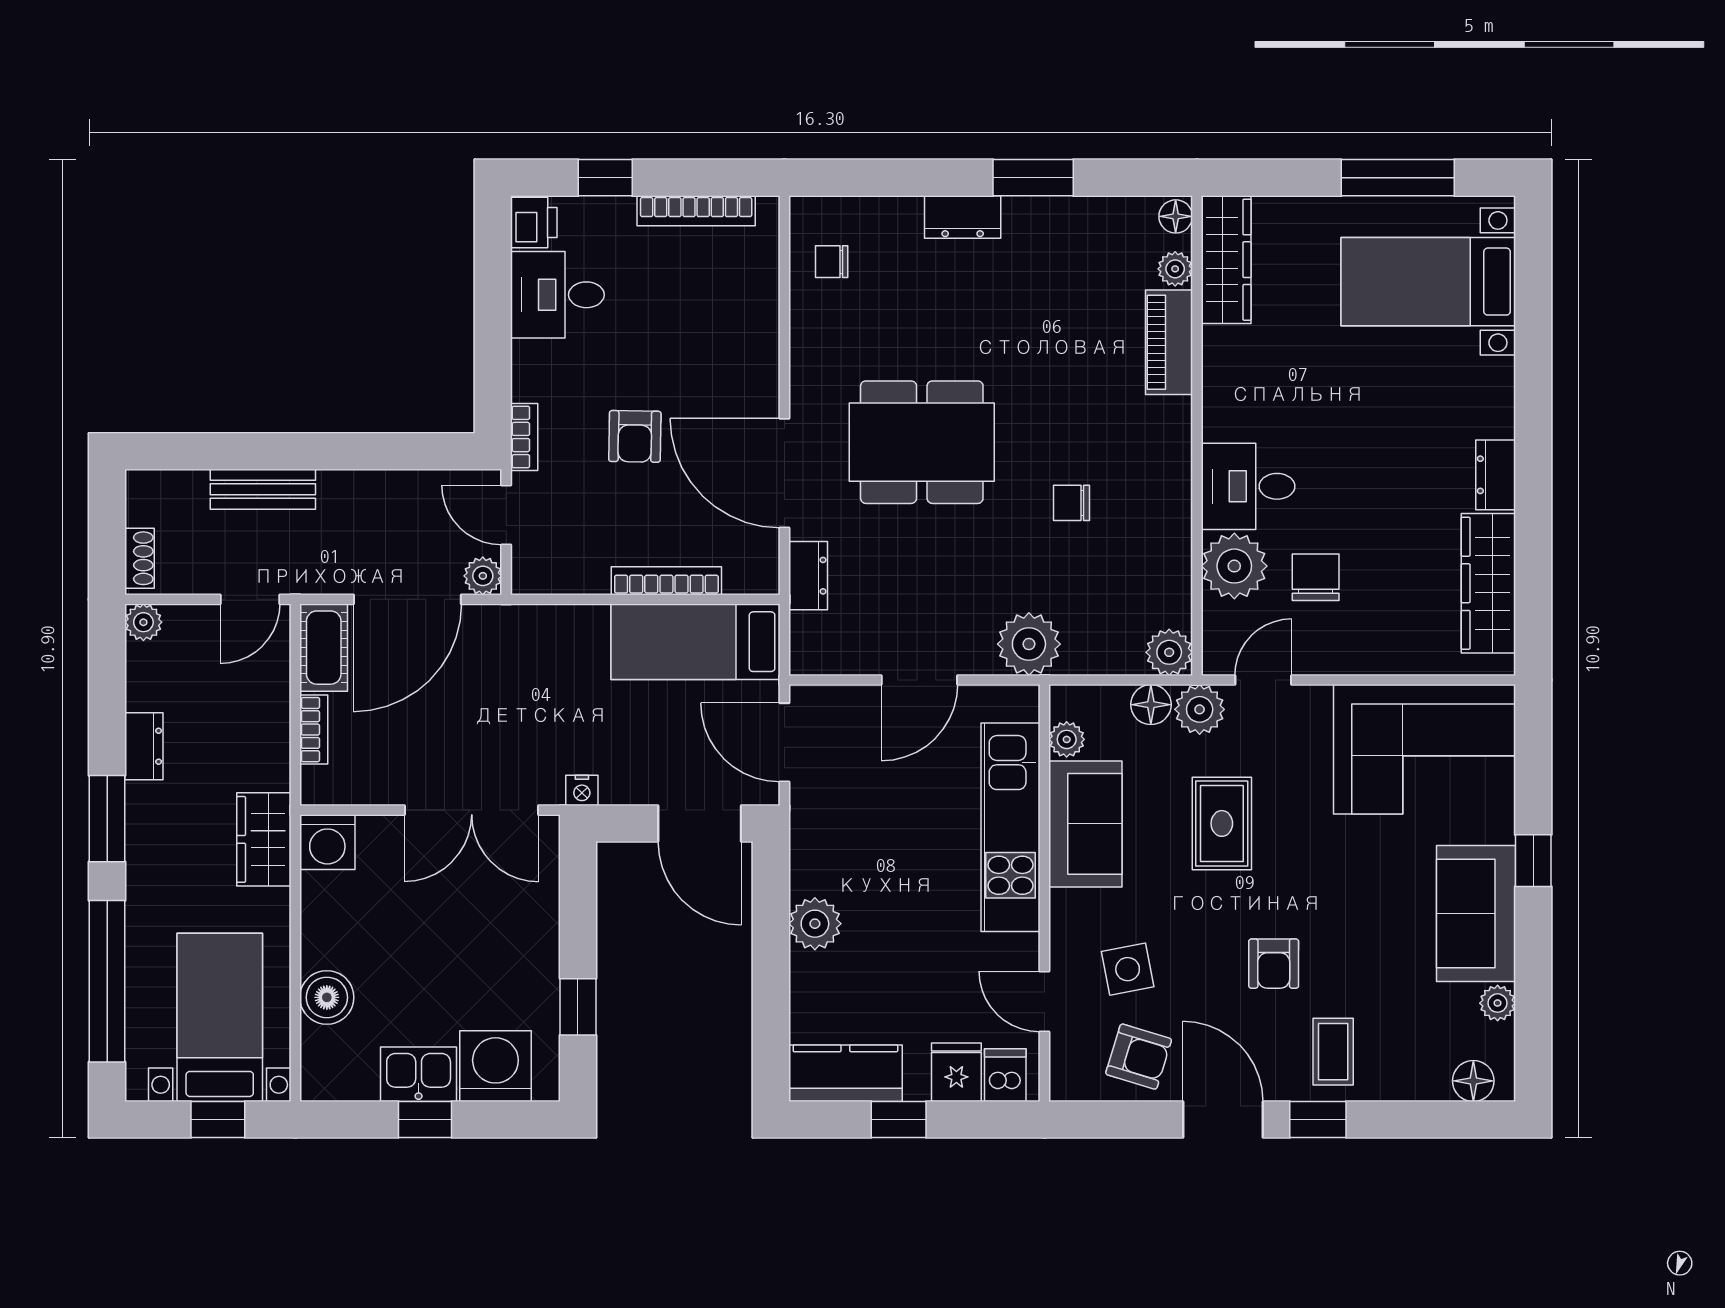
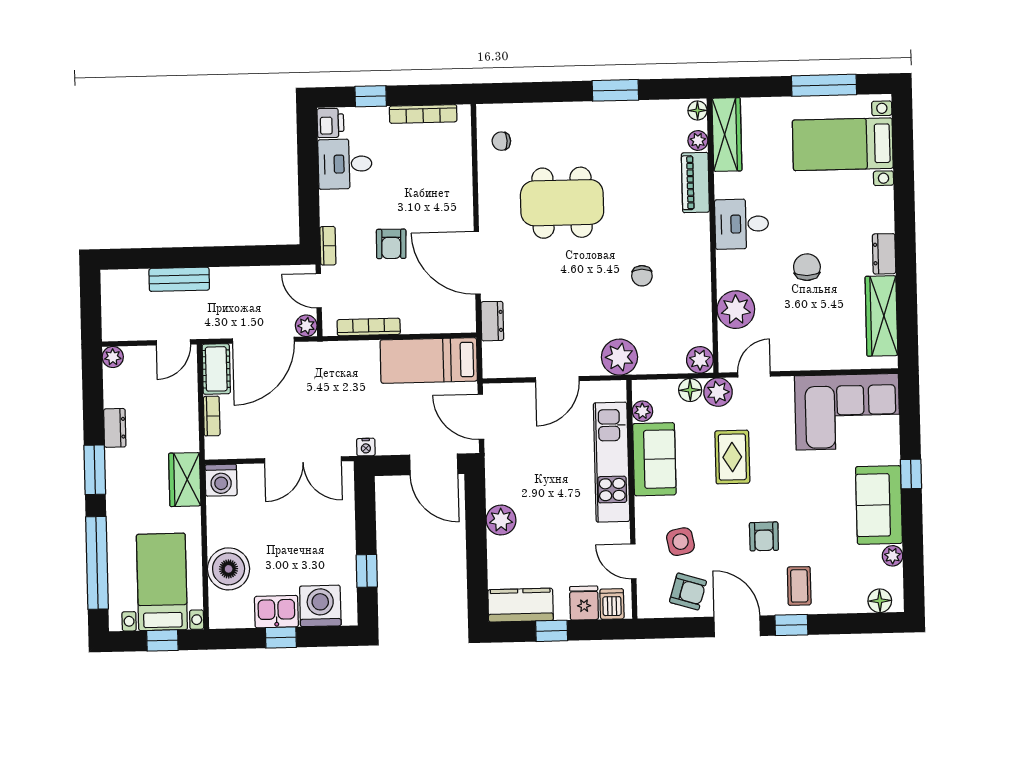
dresser: (963, 217) -> (576, 114), removed
dining table: (922, 442) -> (562, 203), moved
desk: (1248, 486) -> (742, 224), moved
chair: (1072, 503) -> (642, 276), turned -90
shoe rack: (140, 558) -> (110, 320), removed
chair: (1316, 577) -> (807, 267), moved
bookcase: (666, 581) -> (369, 327), moved
boiler: (327, 997) -> (229, 569), width x1.37, depth x1.37

